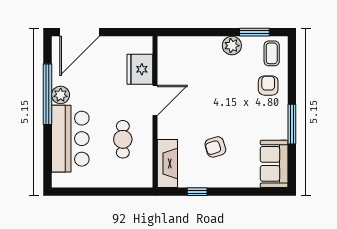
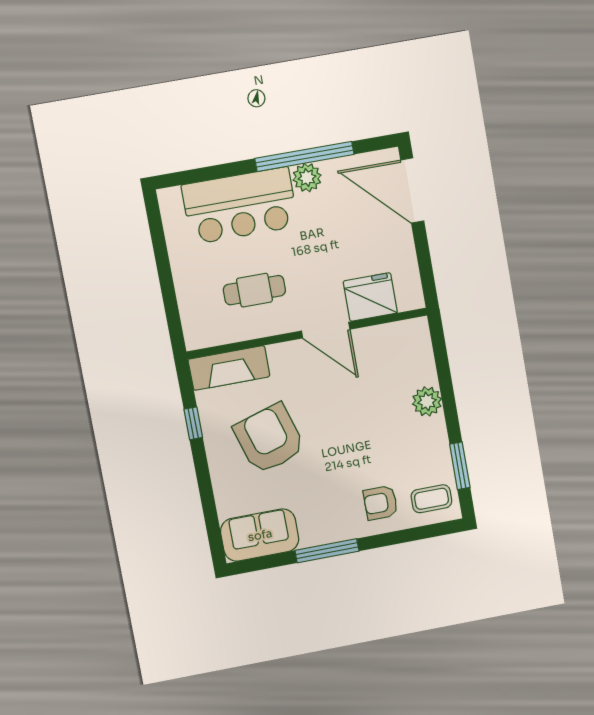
plant: (232, 46) -> (427, 401), moved
armchair: (268, 86) -> (381, 503), turned 180
armchair: (215, 147) -> (269, 439), width x1.88, depth x1.88

